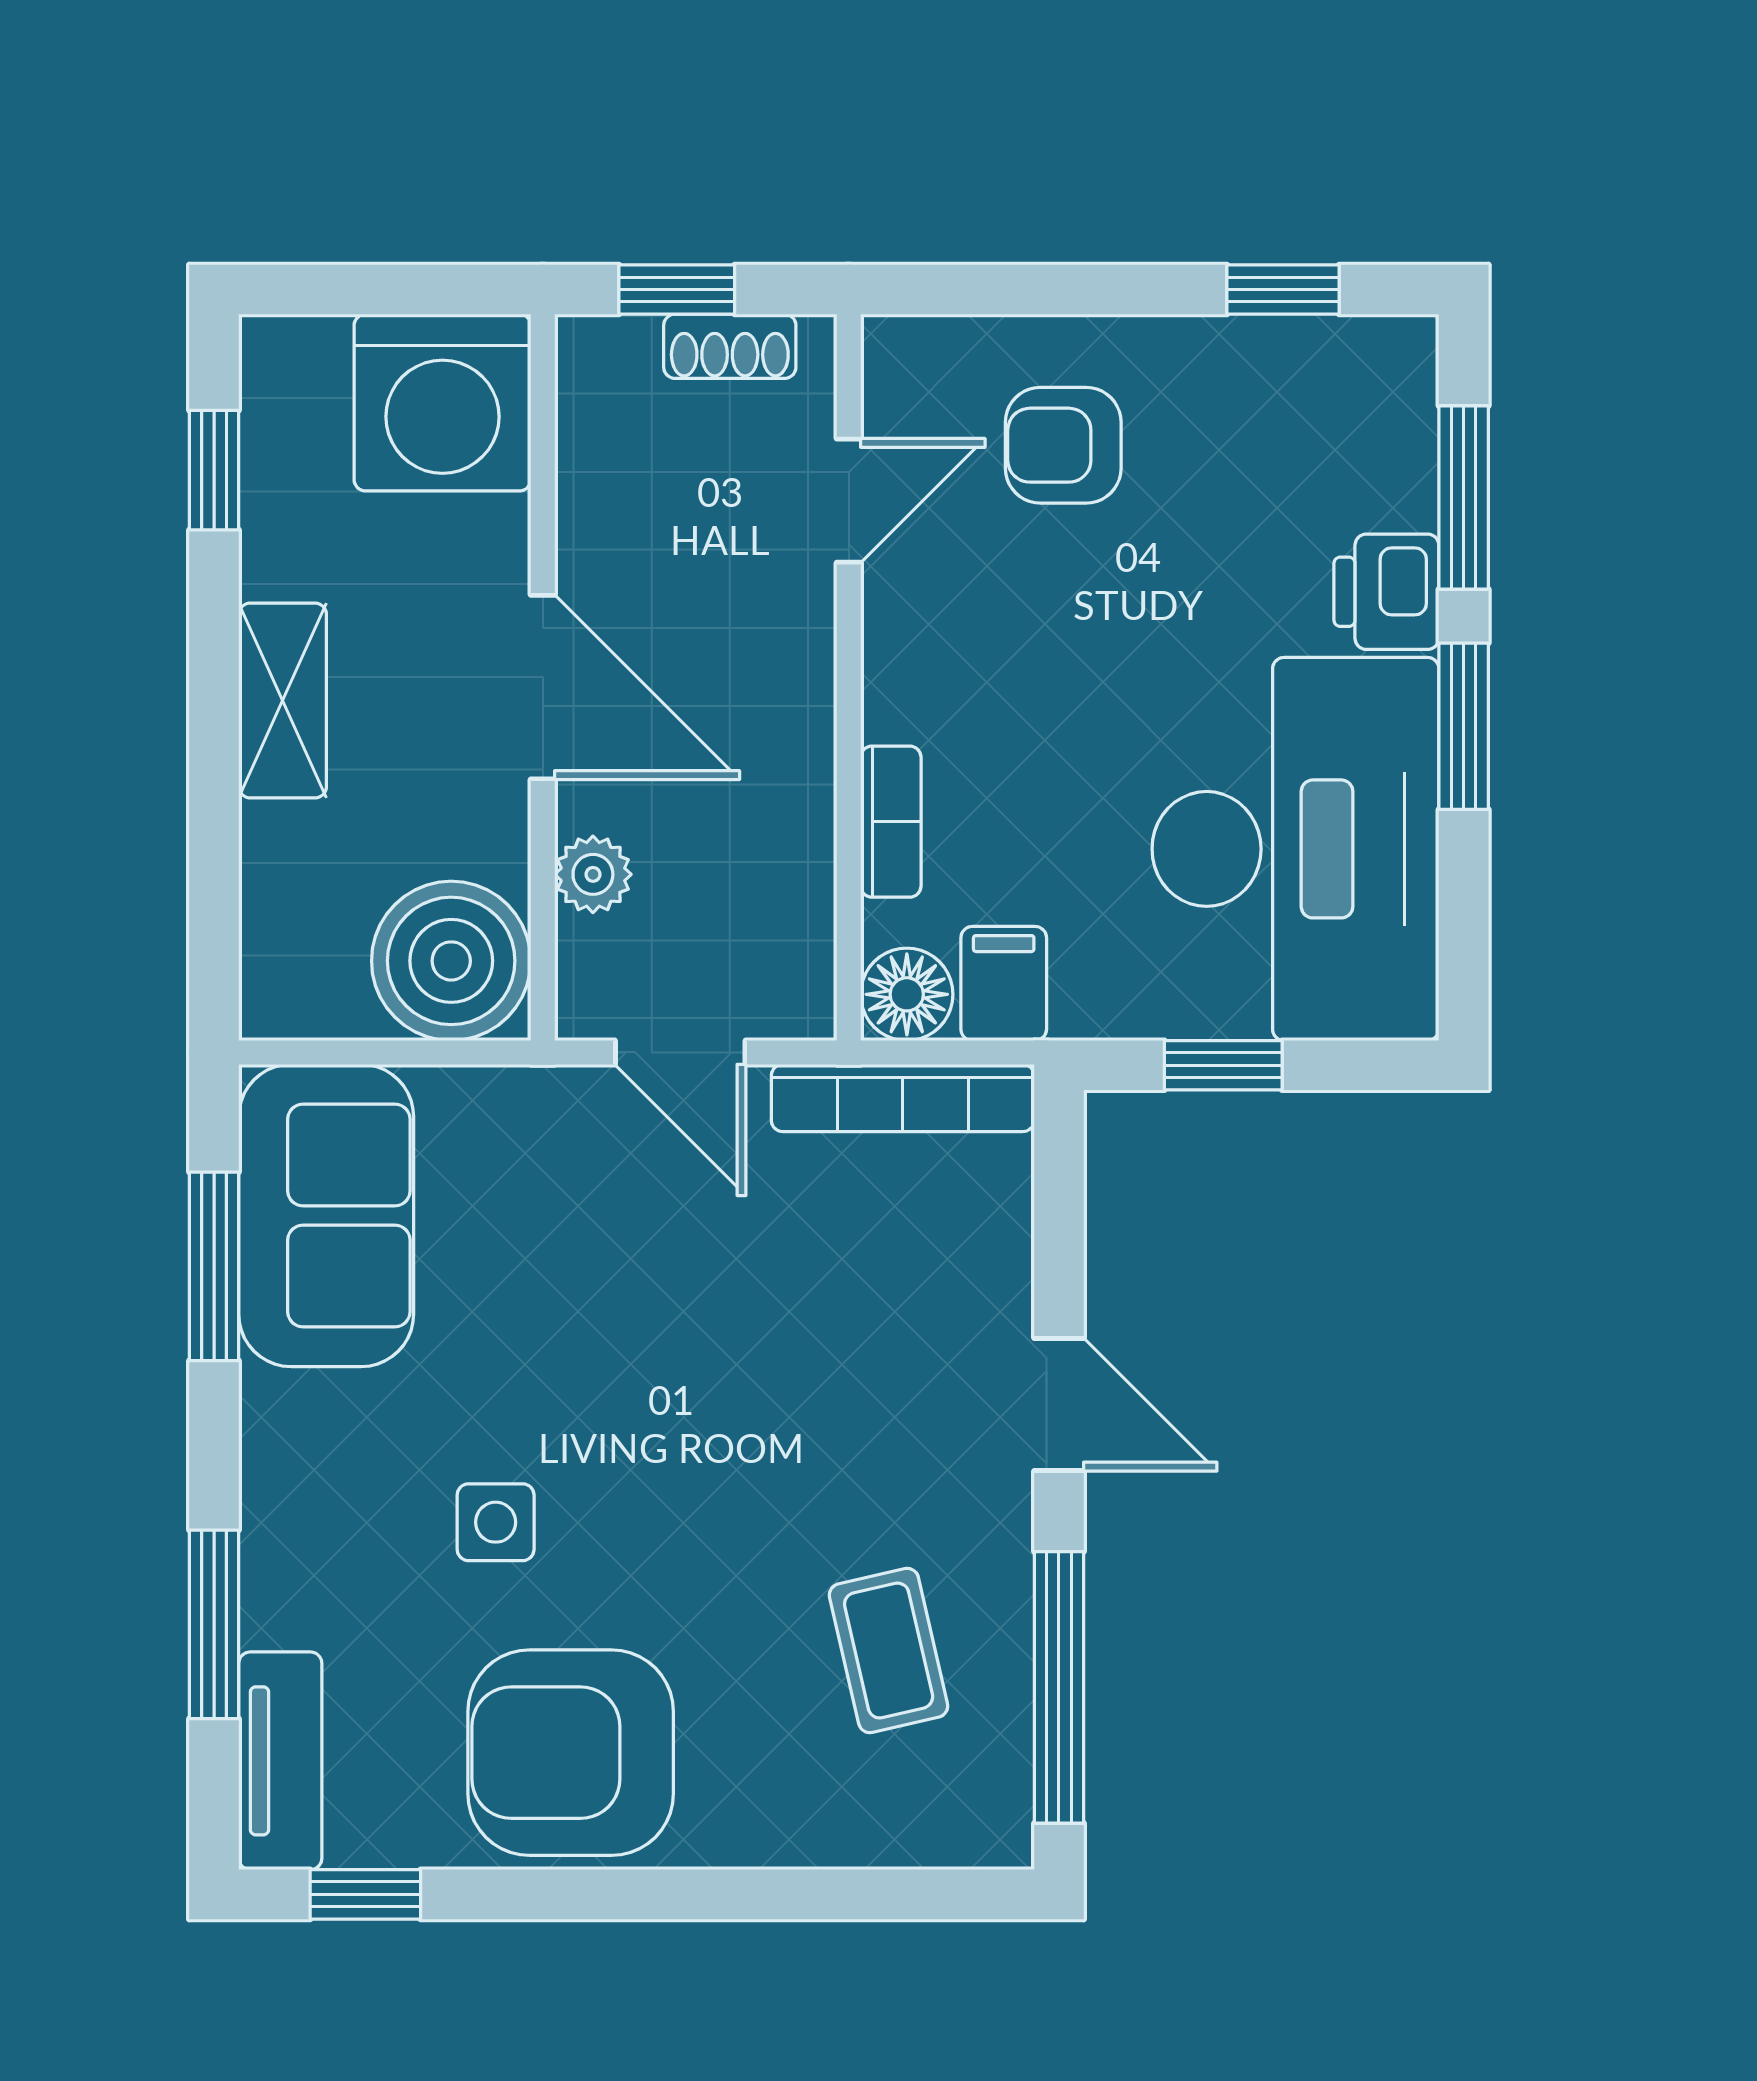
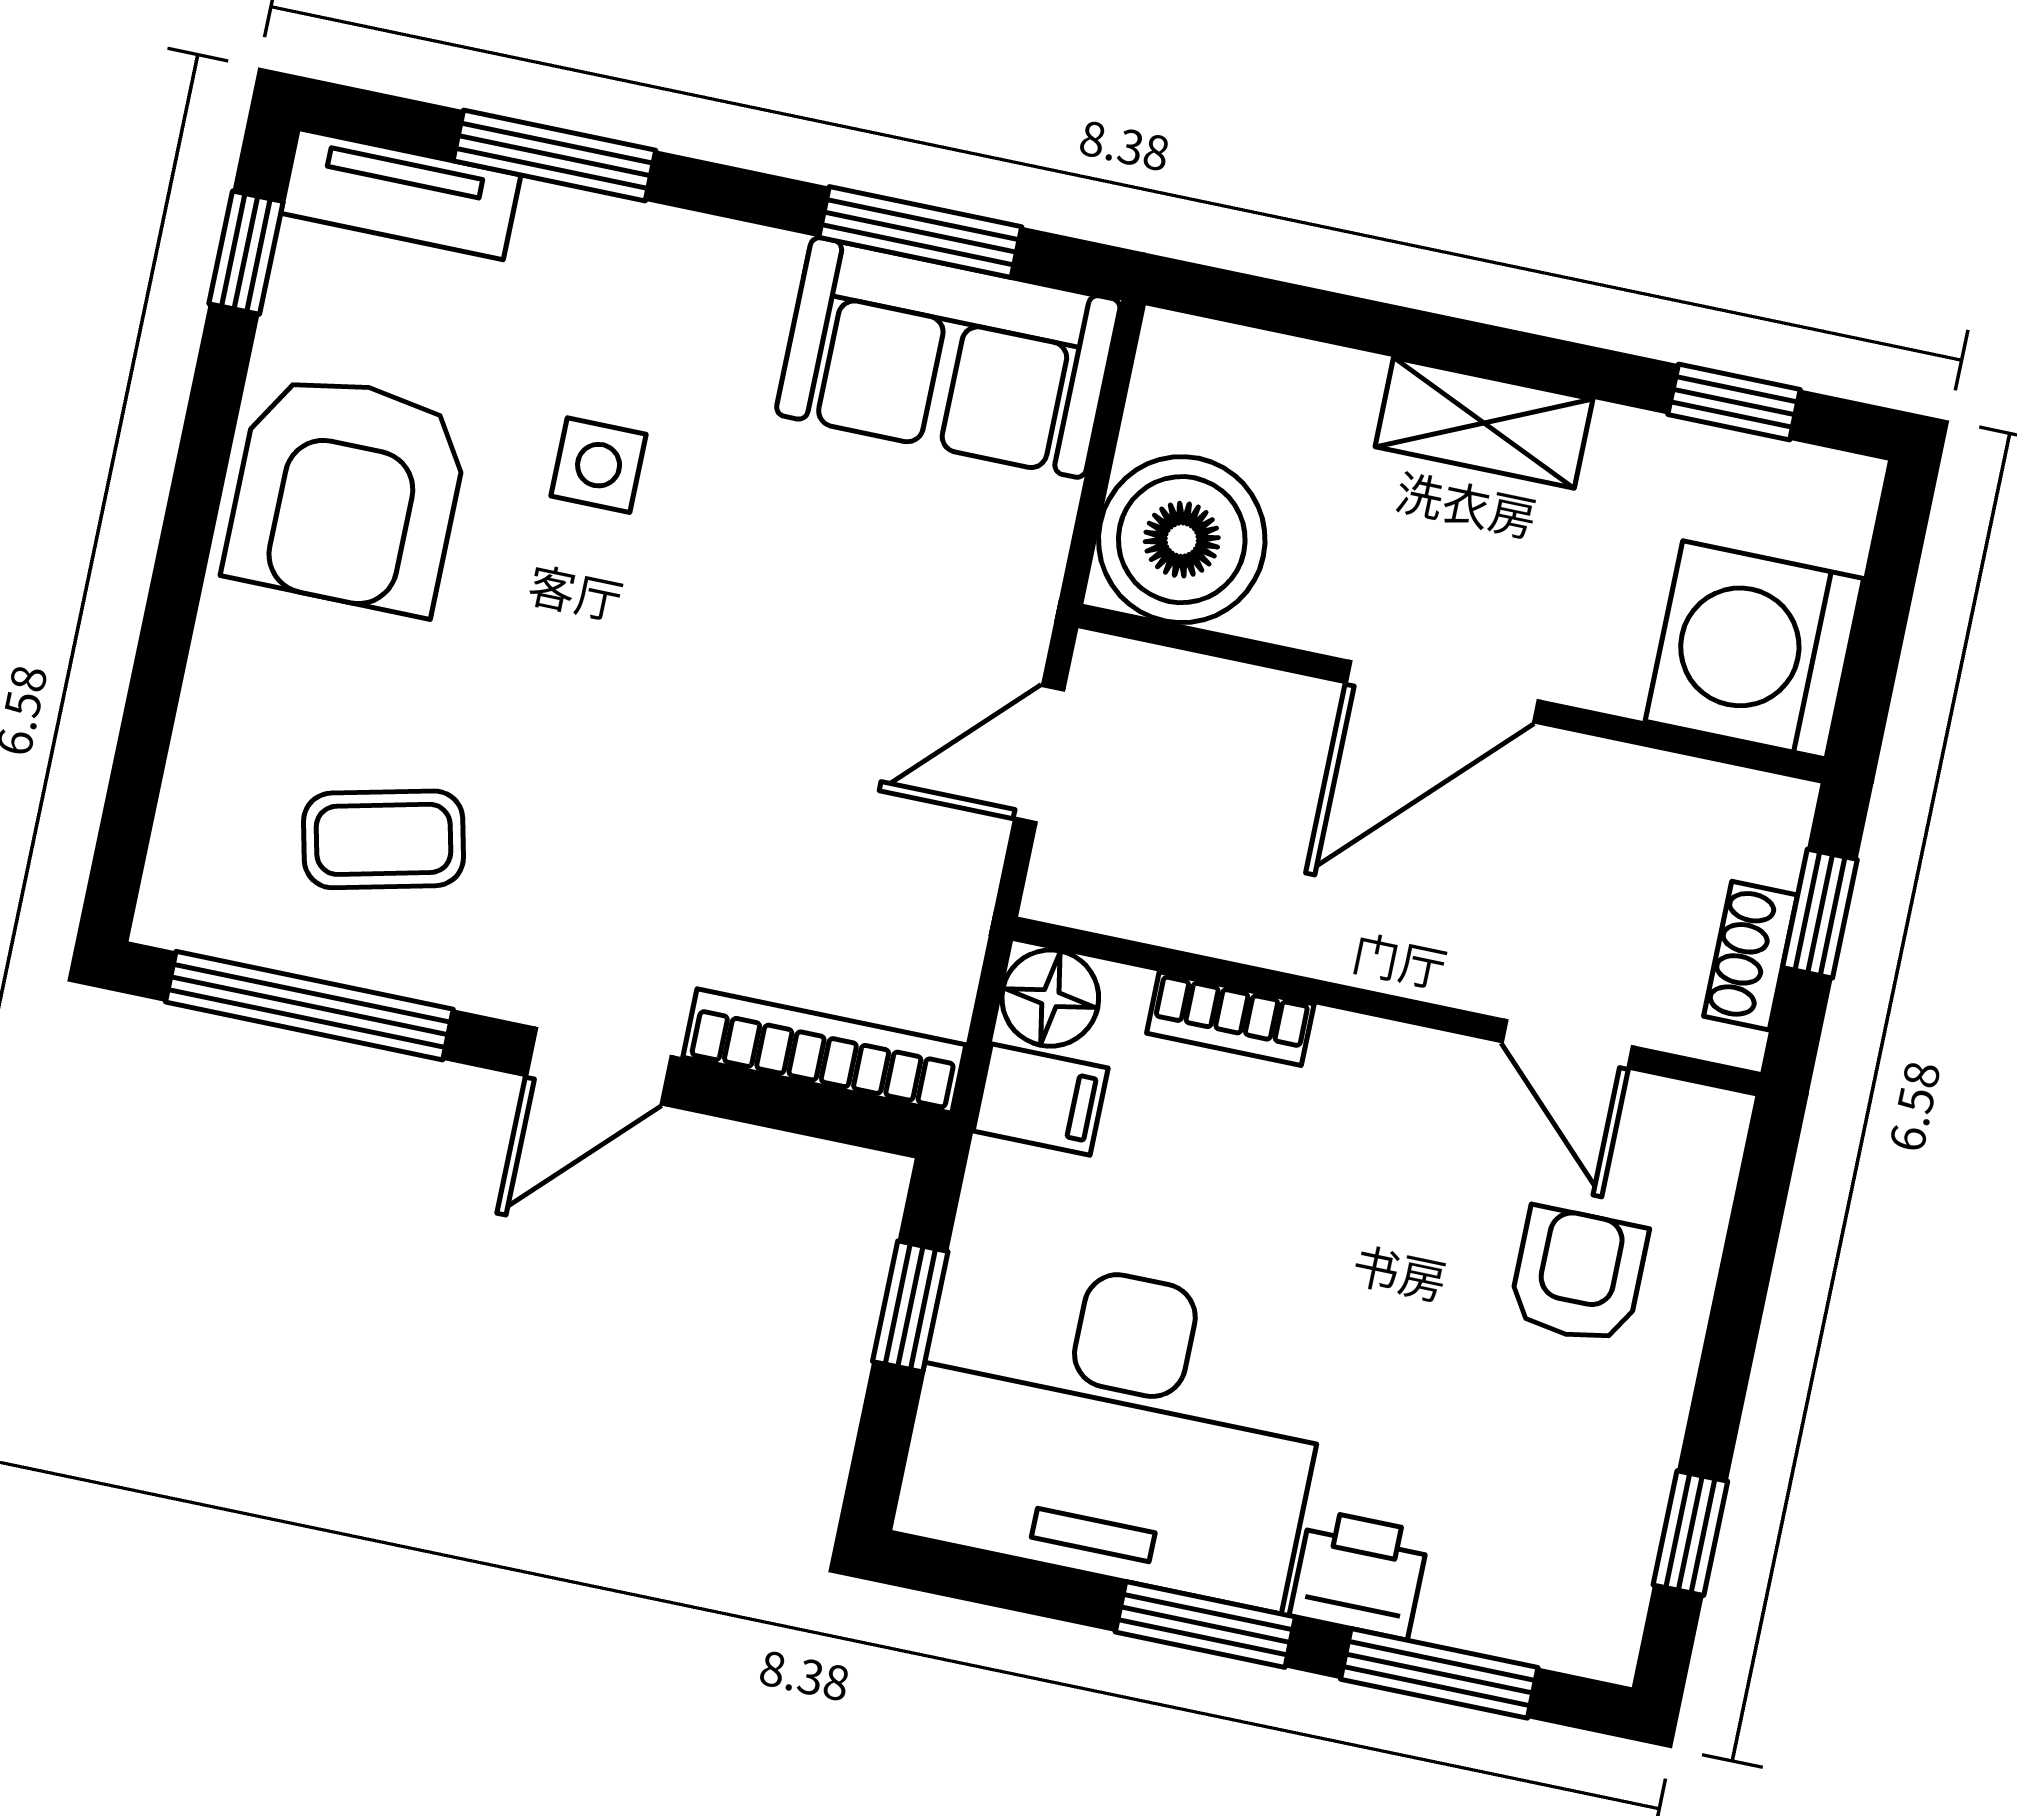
plant: (593, 874) -> (1240, 703), removed
bookcase: (903, 1098) -> (824, 1051), moved, turned 90
armchair: (571, 1753) -> (347, 493), turned 180

